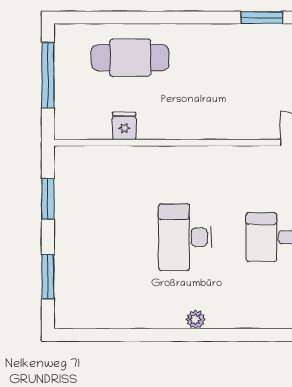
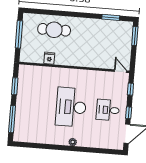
desk: (185, 237) -> (71, 107), width x1.36, depth x1.30
window: (48, 277) -> (12, 119), width x1.44

